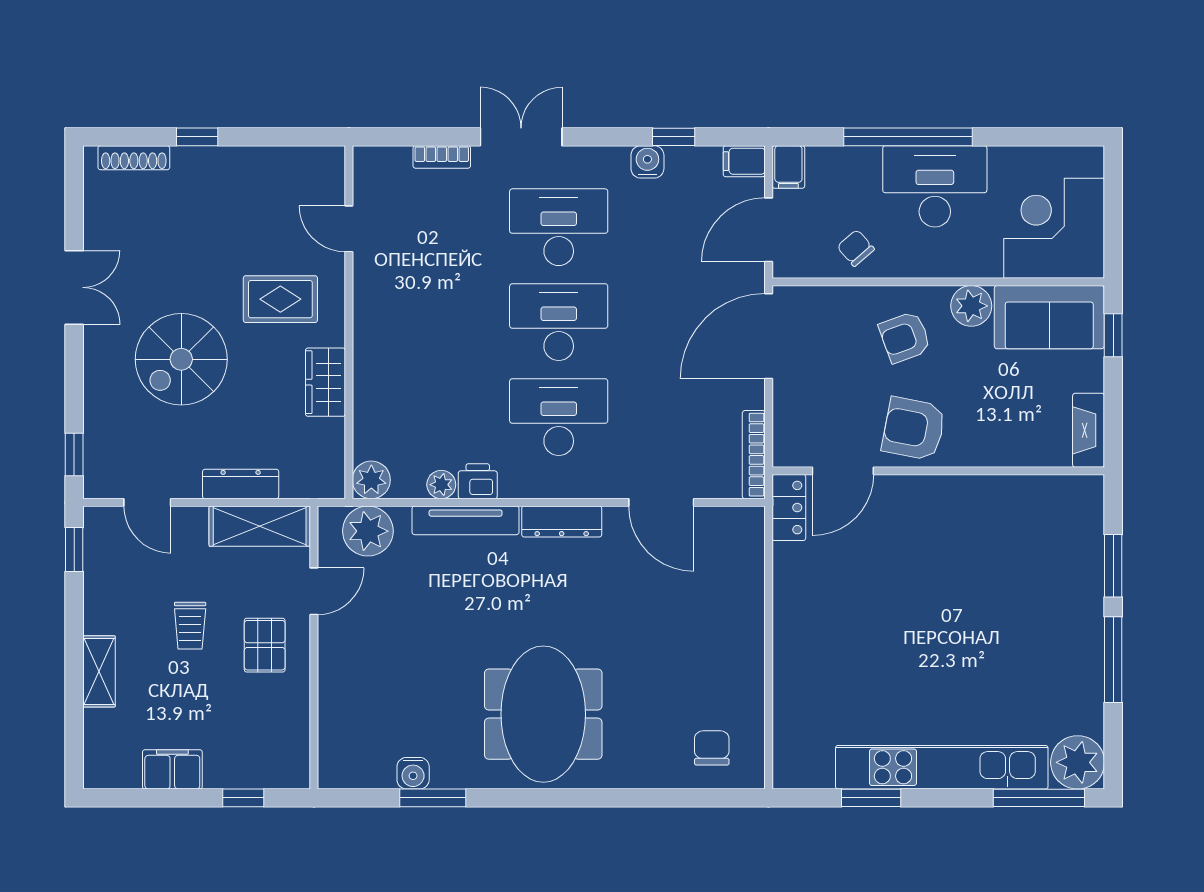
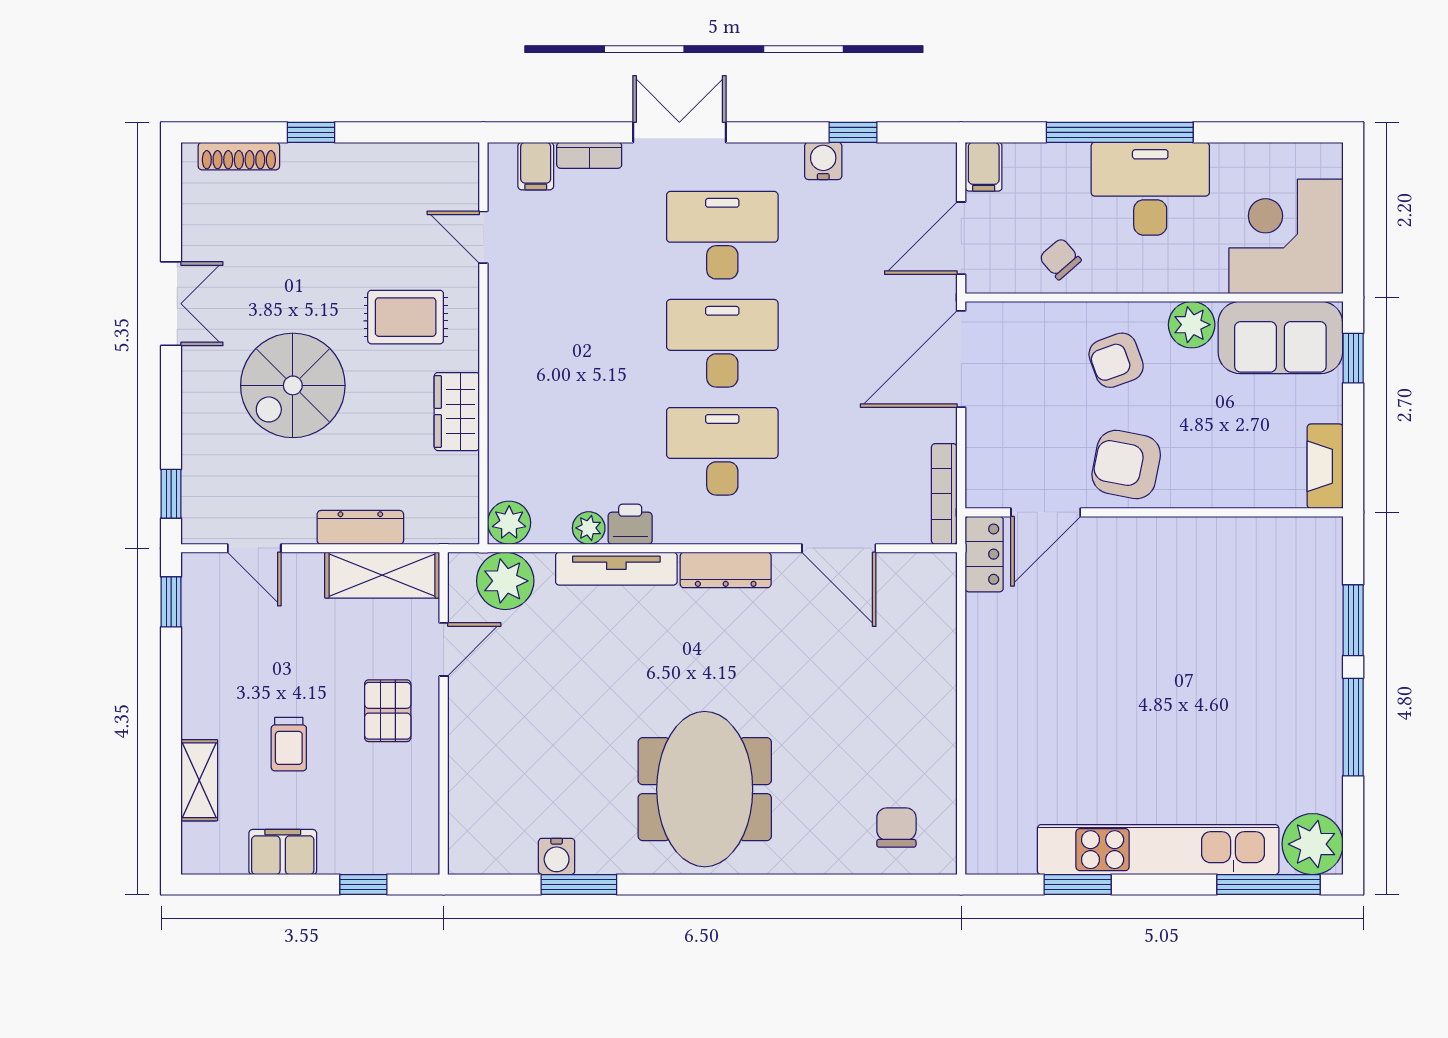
filing cabinet: (744, 161) -> (536, 166), moved, turned -90
trolley: (190, 626) -> (289, 744), moved
shelving: (99, 671) -> (199, 780), moved

